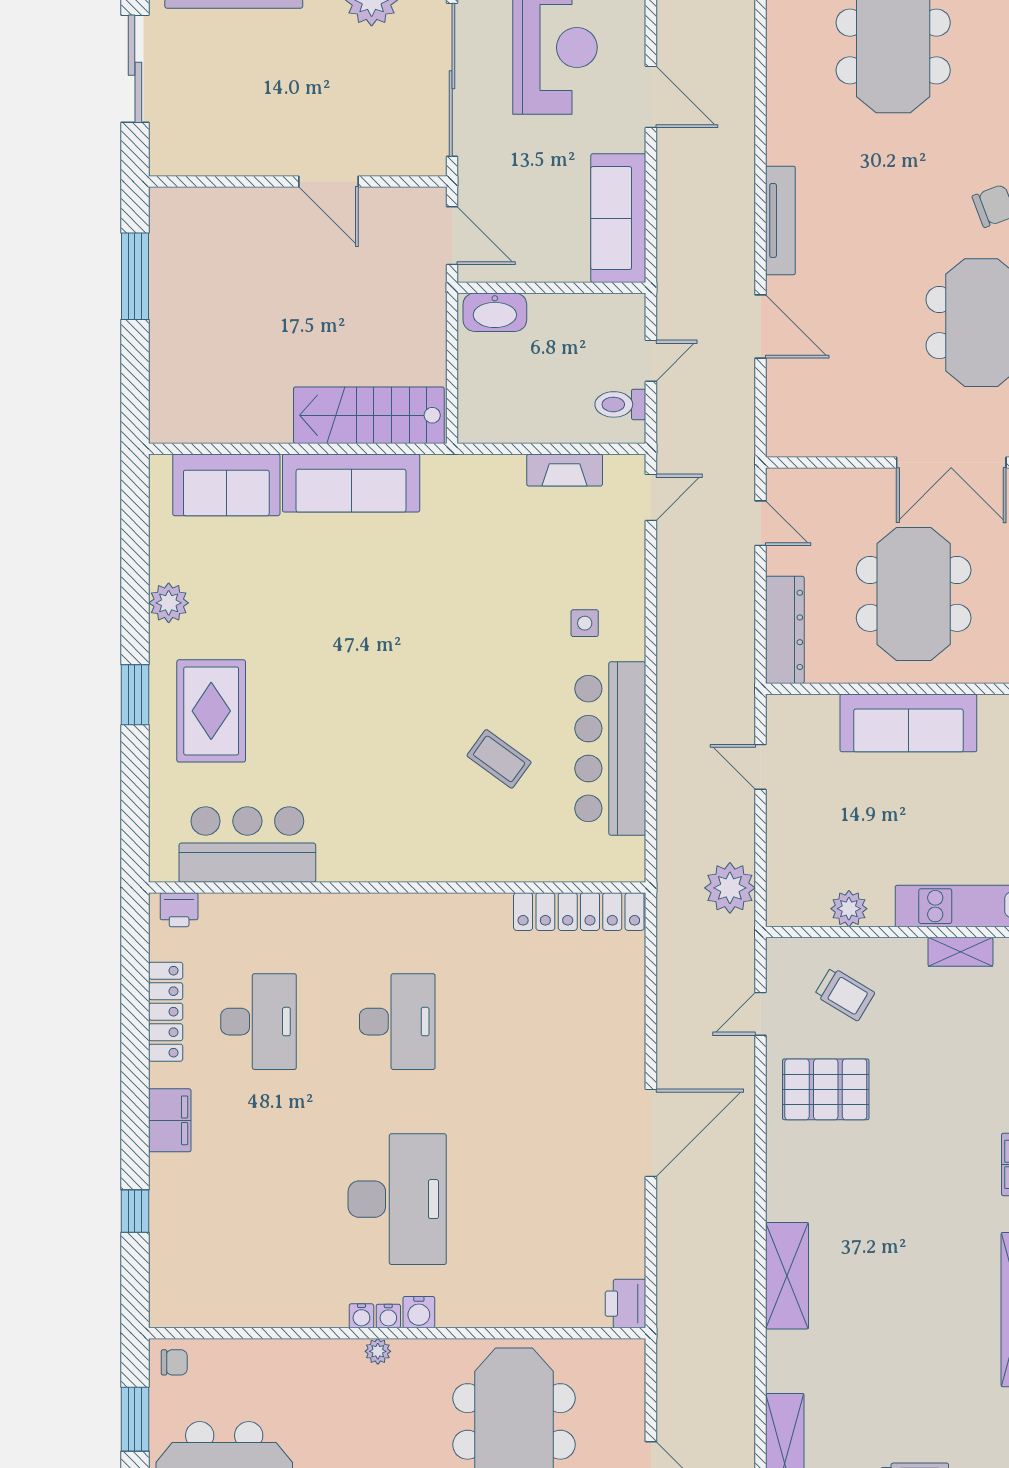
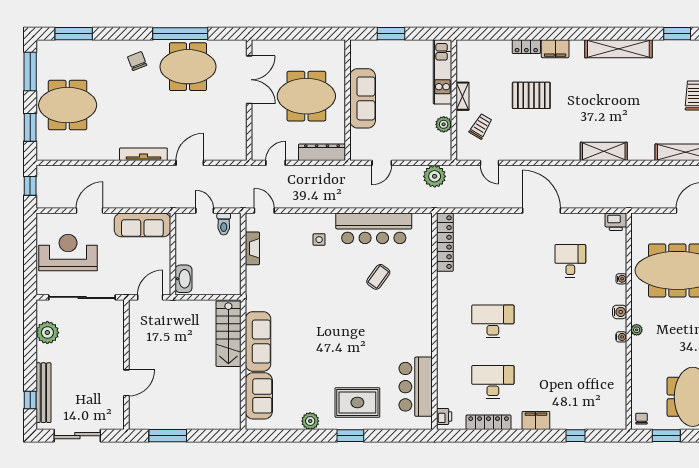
door: (329, 181) -> (126, 383), moved
shelving: (960, 952) -> (462, 96), moved
pallet: (826, 1089) -> (531, 95), moved, turned 90
desk: (397, 1199) -> (570, 261), moved, width x0.53, depth x0.77
water cooler: (388, 1316) -> (621, 279), moved

